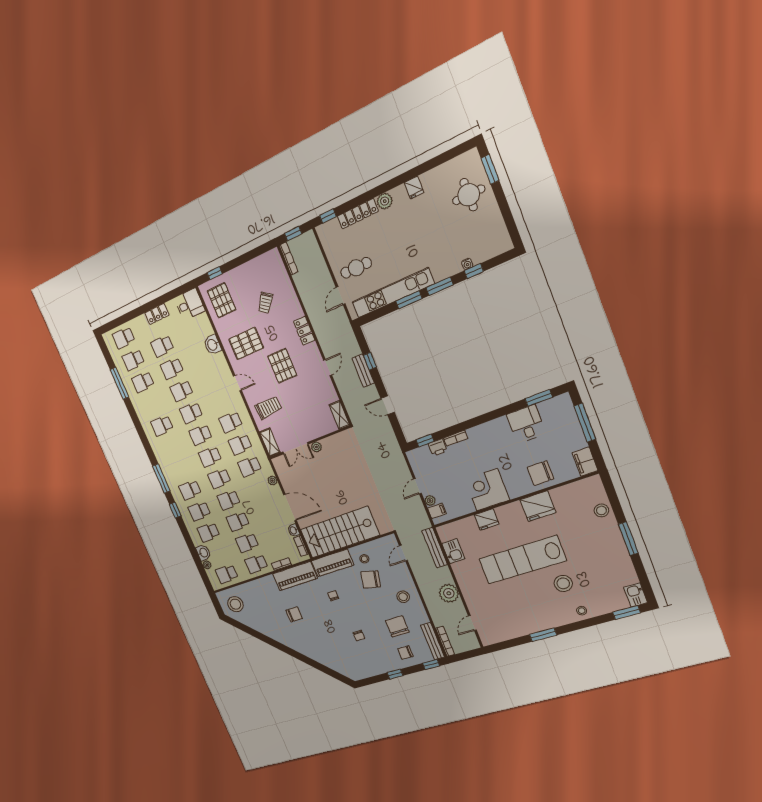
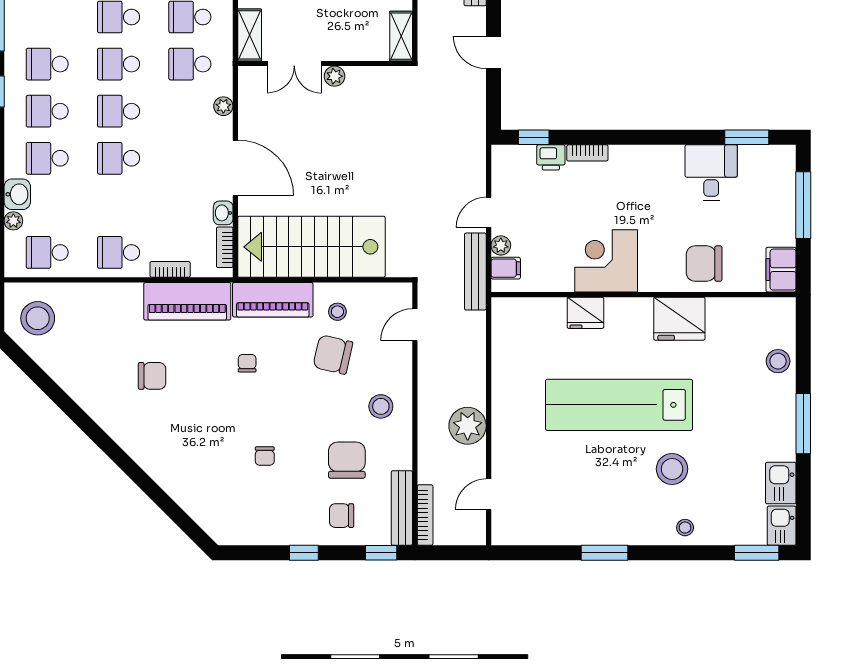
school desk: (247, 543) -> (119, 205), removed
bench: (435, 548) -> (475, 272), moved
kitchen sink: (453, 551) -> (781, 483), moved, turned 180

